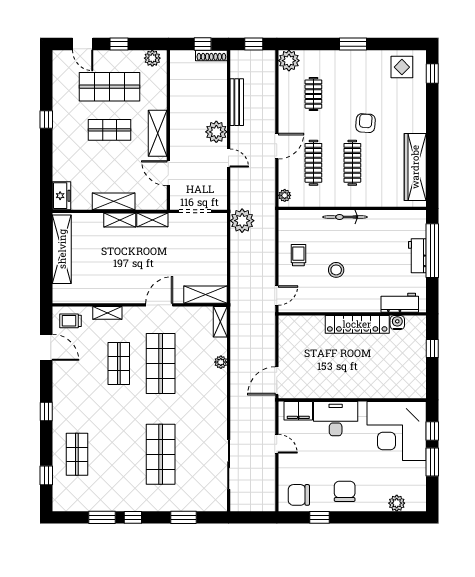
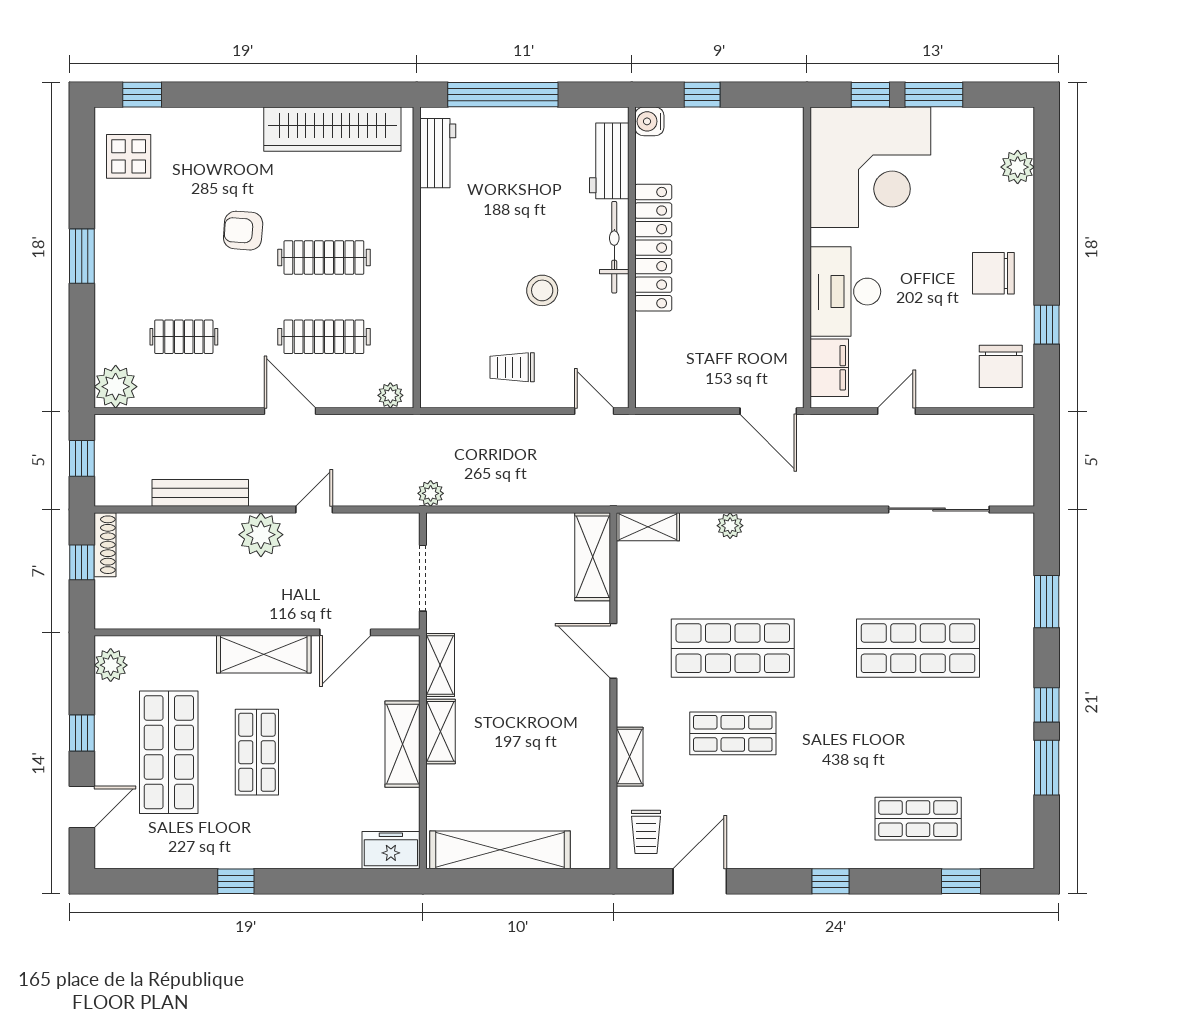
bicycle: (345, 217) -> (614, 247), moved, turned 180
plant: (242, 221) -> (431, 493), width x0.53, depth x0.53
workbench: (417, 256) -> (438, 153), moved, turned -90
water cooler: (397, 322) -> (649, 121), moved

